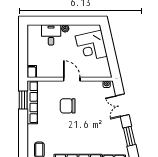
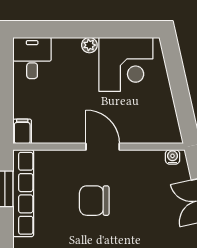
desk: (51, 35) -> (32, 58), moved
corner desk: (91, 46) -> (126, 64), moved, turned -77

